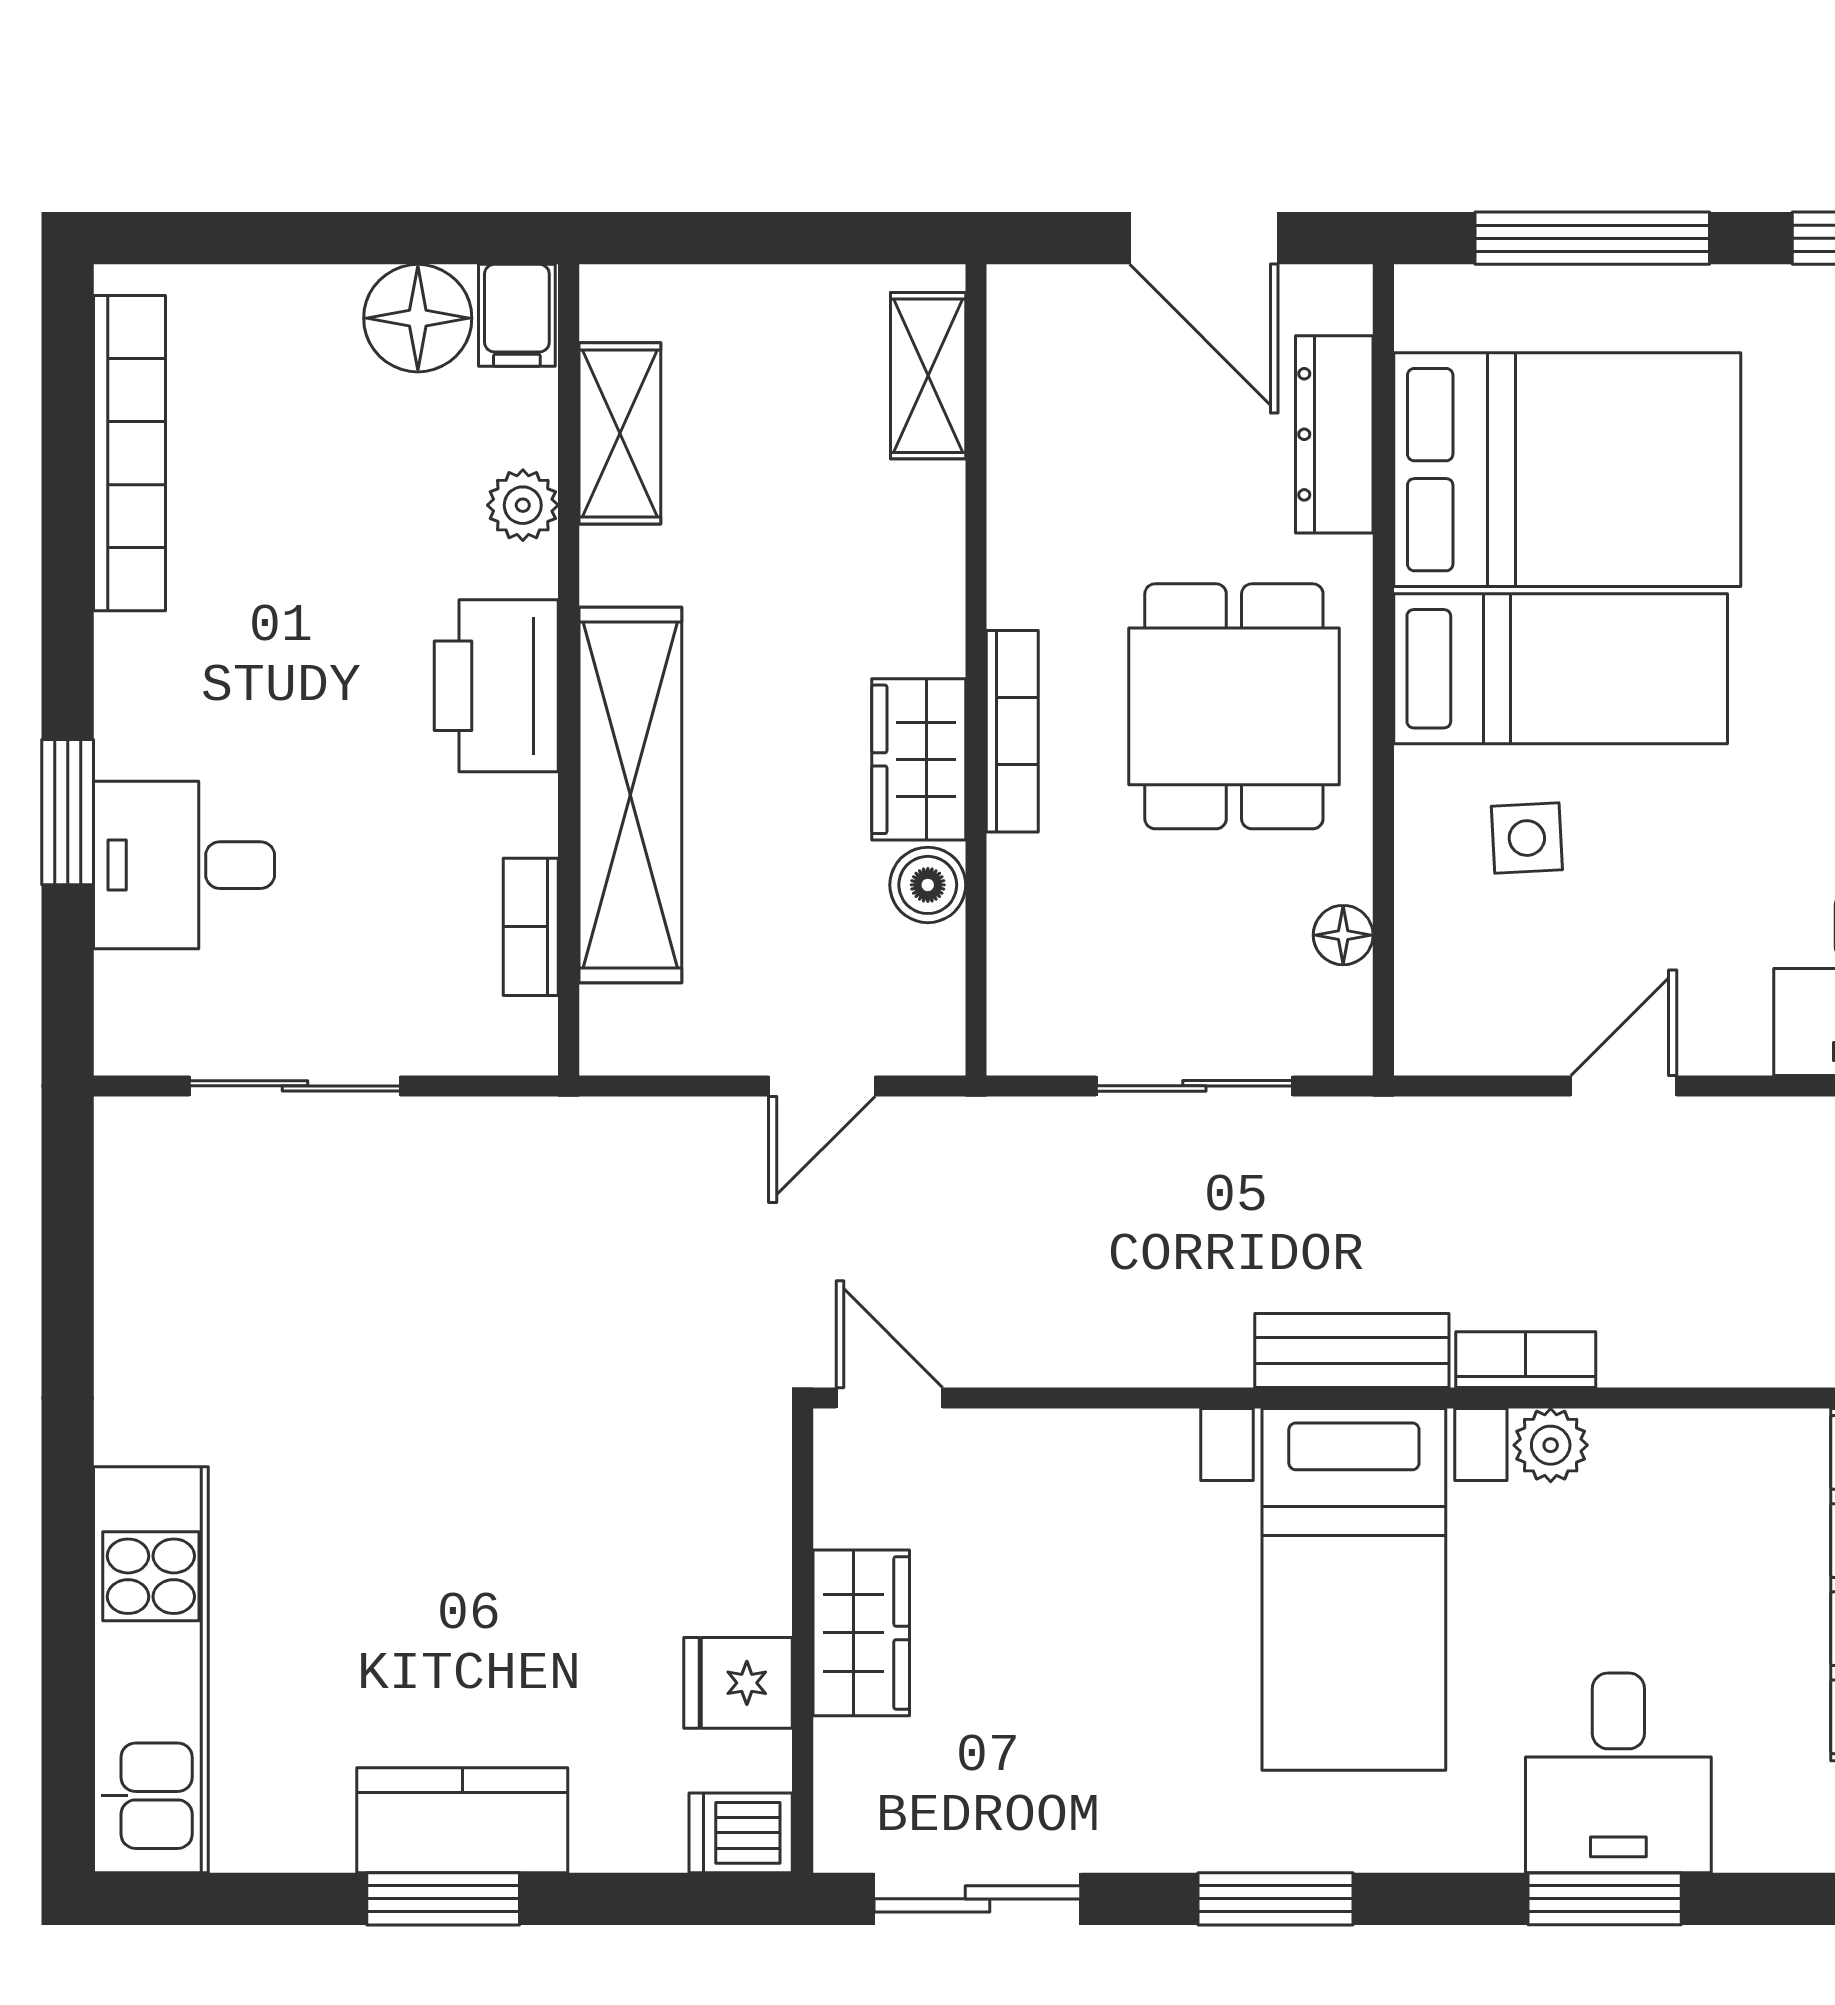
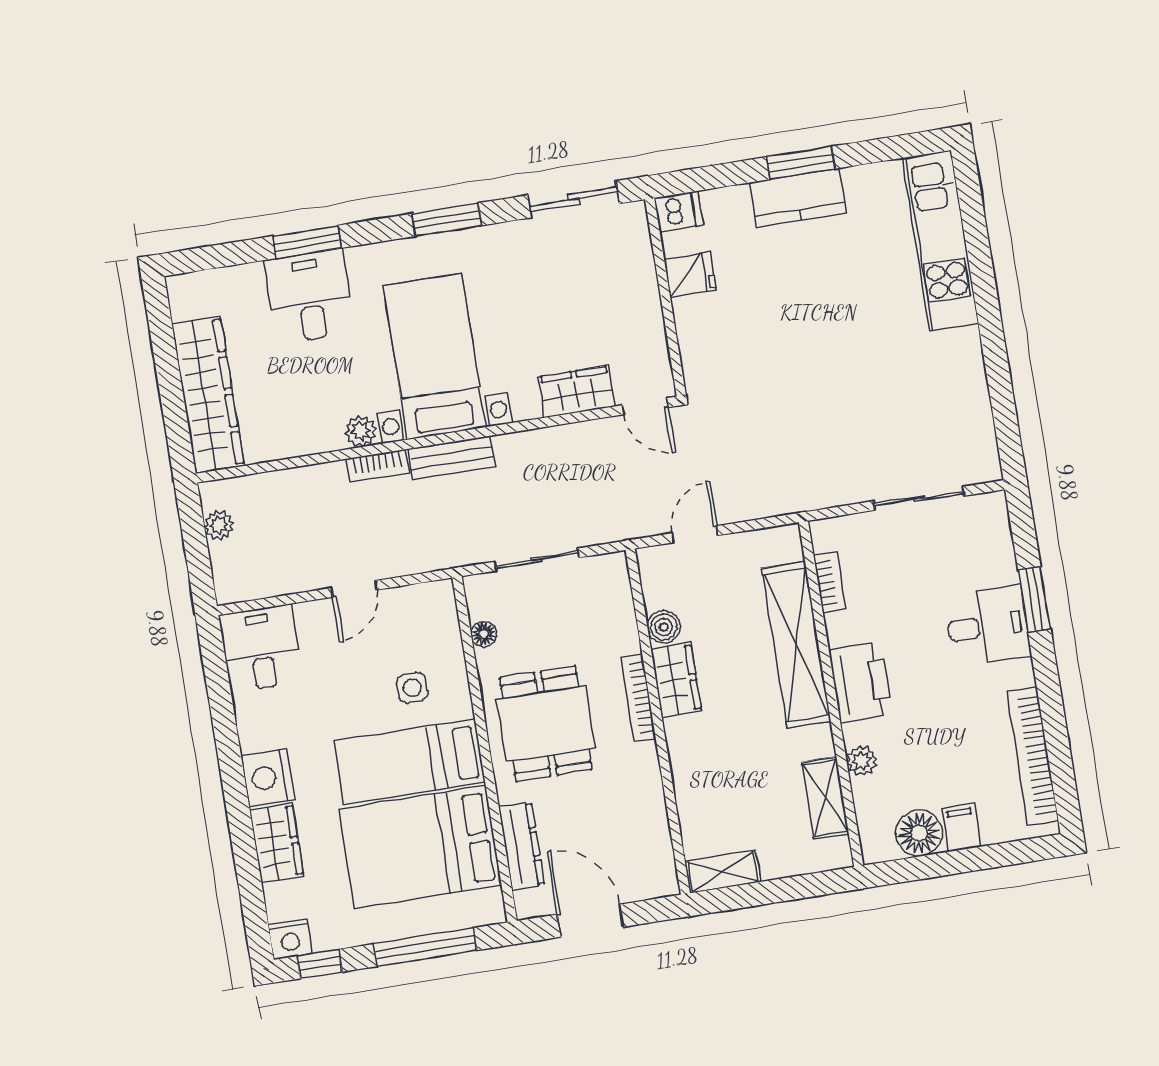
filing cabinet: (517, 315) -> (961, 828), moved
shelving: (928, 376) -> (723, 872), moved, turned 90
desk: (184, 865) -> (988, 626), moved
wardrobe: (861, 1633) -> (576, 392), moved, turned 90

